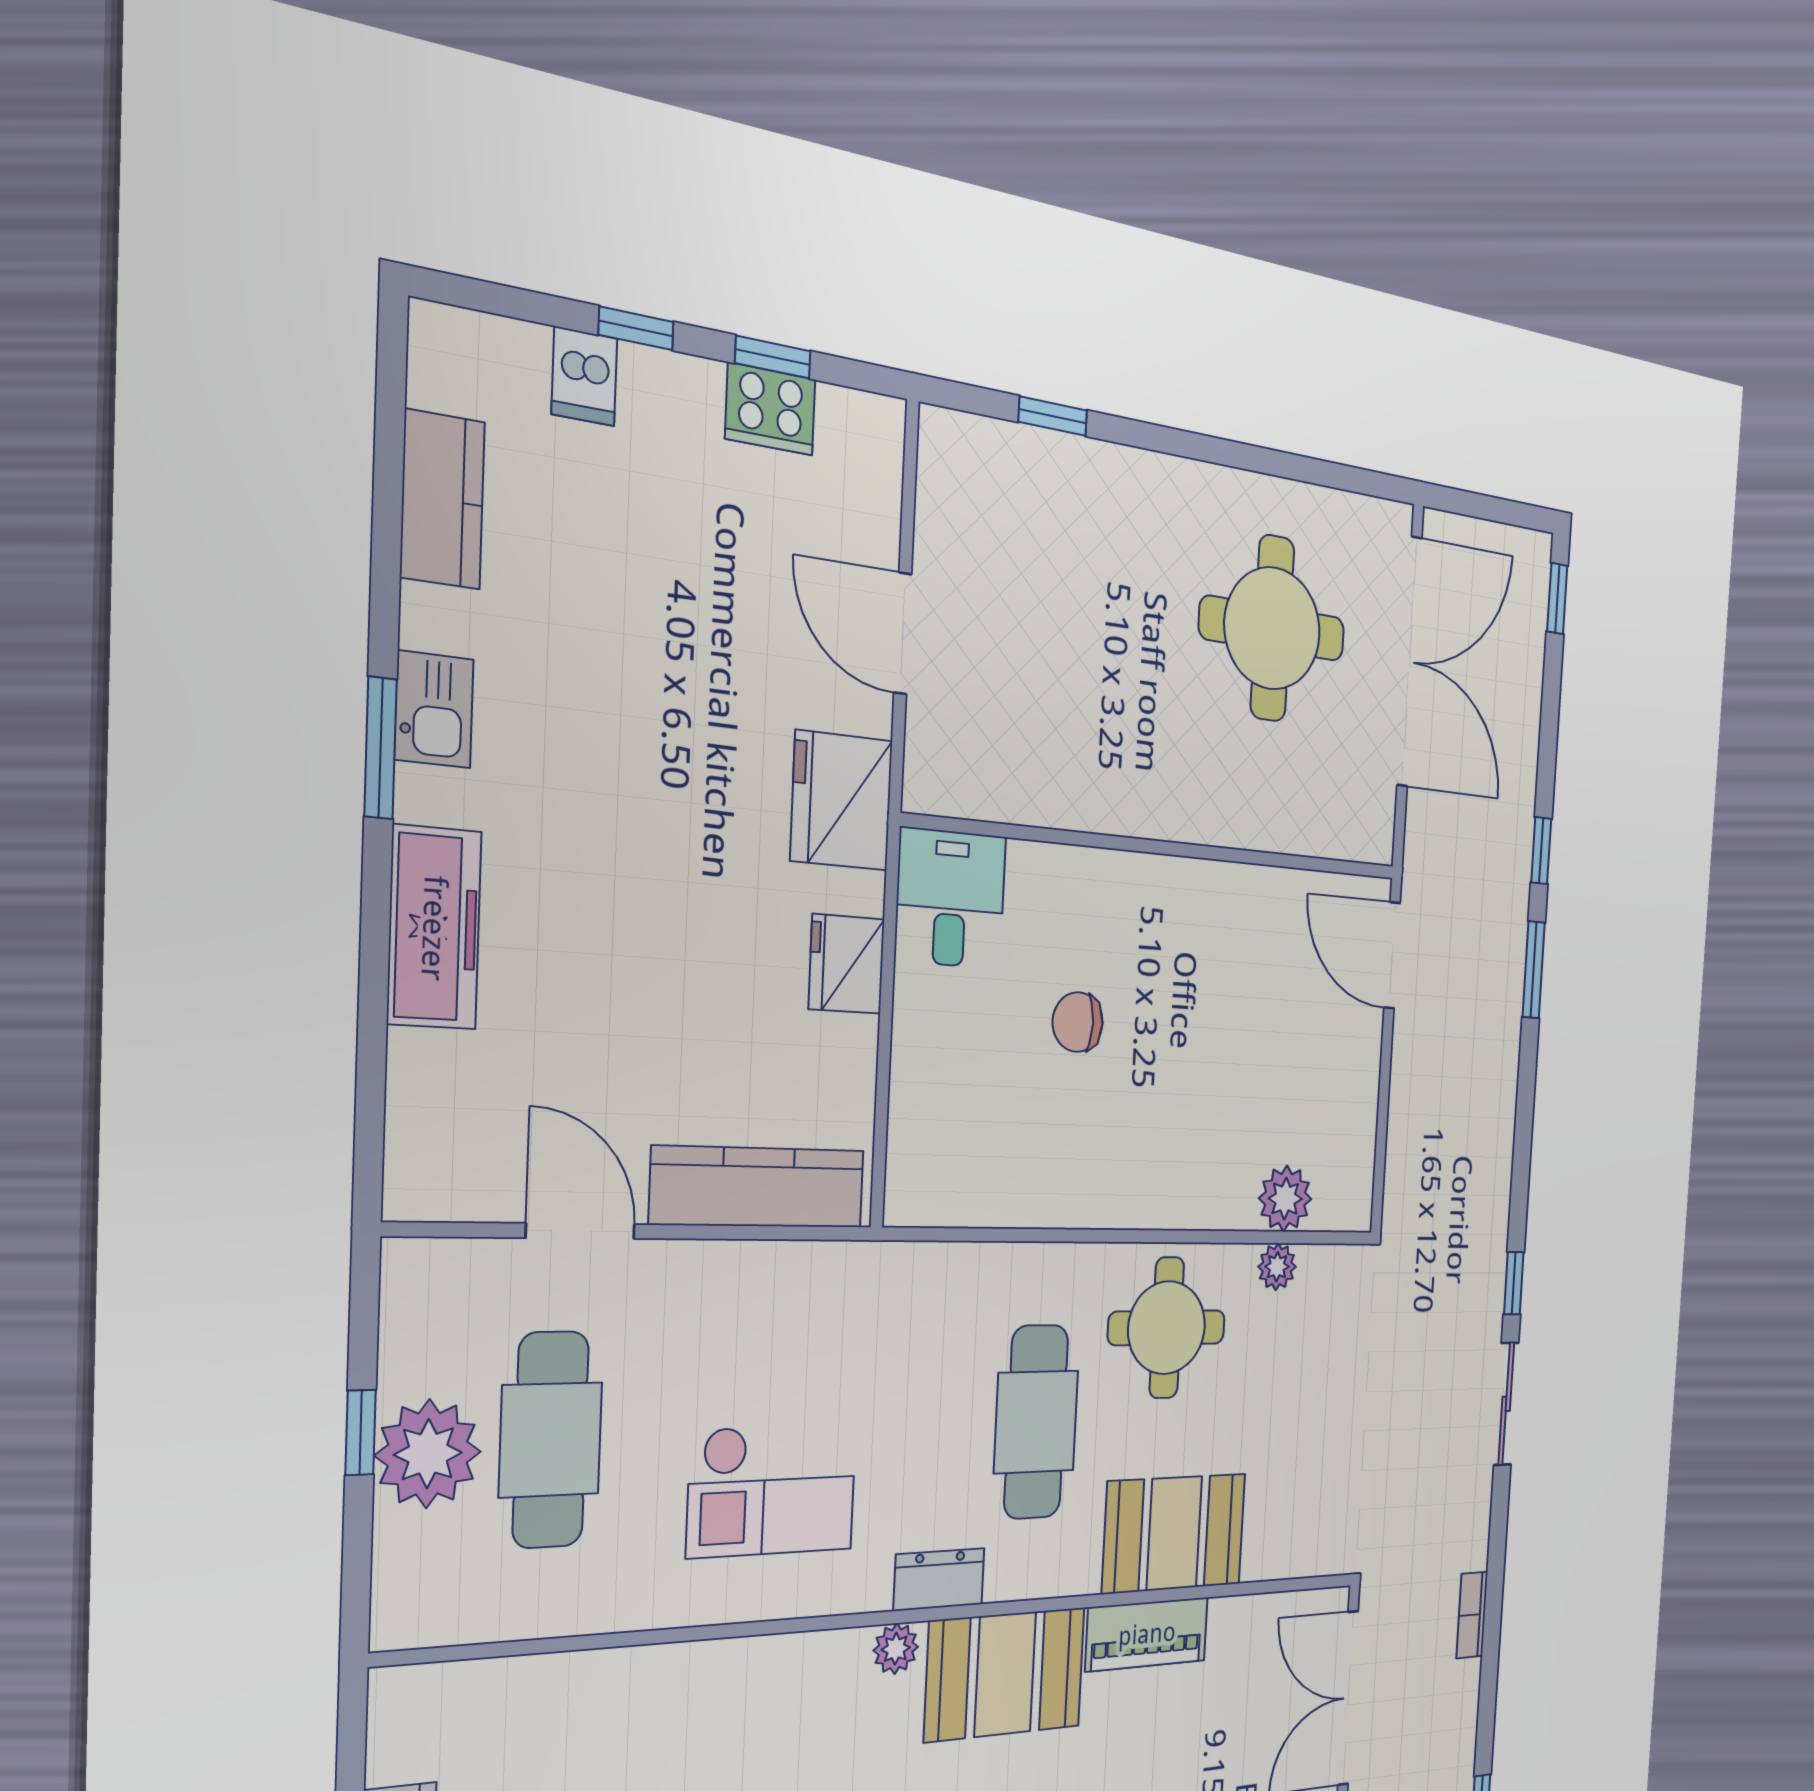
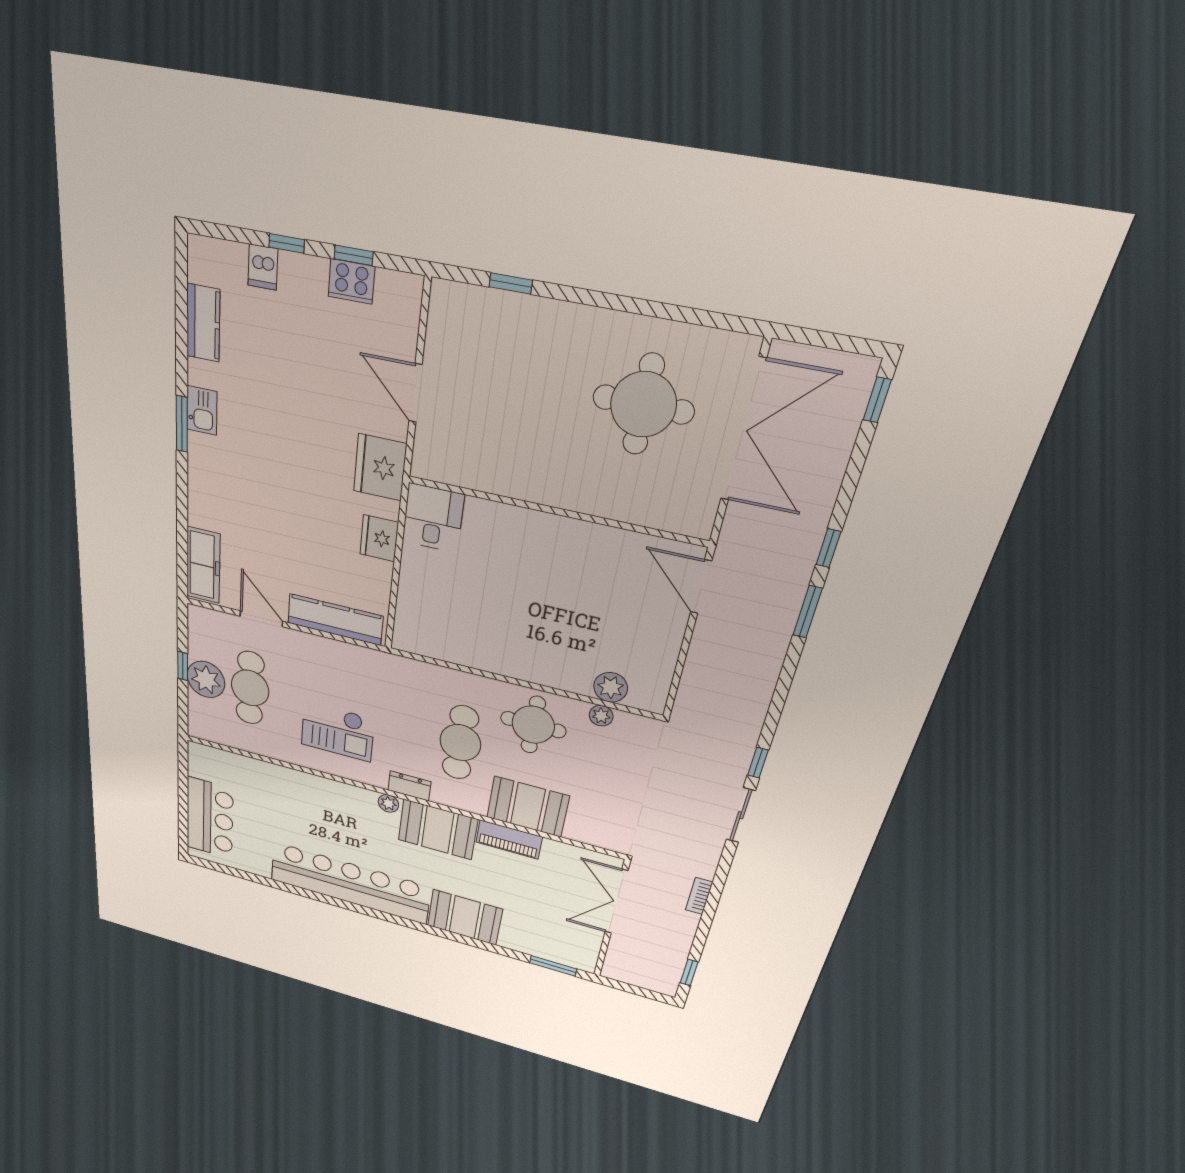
freezer: (434, 928) -> (203, 565), moved
chair: (1078, 1022) -> (497, 584), removed

